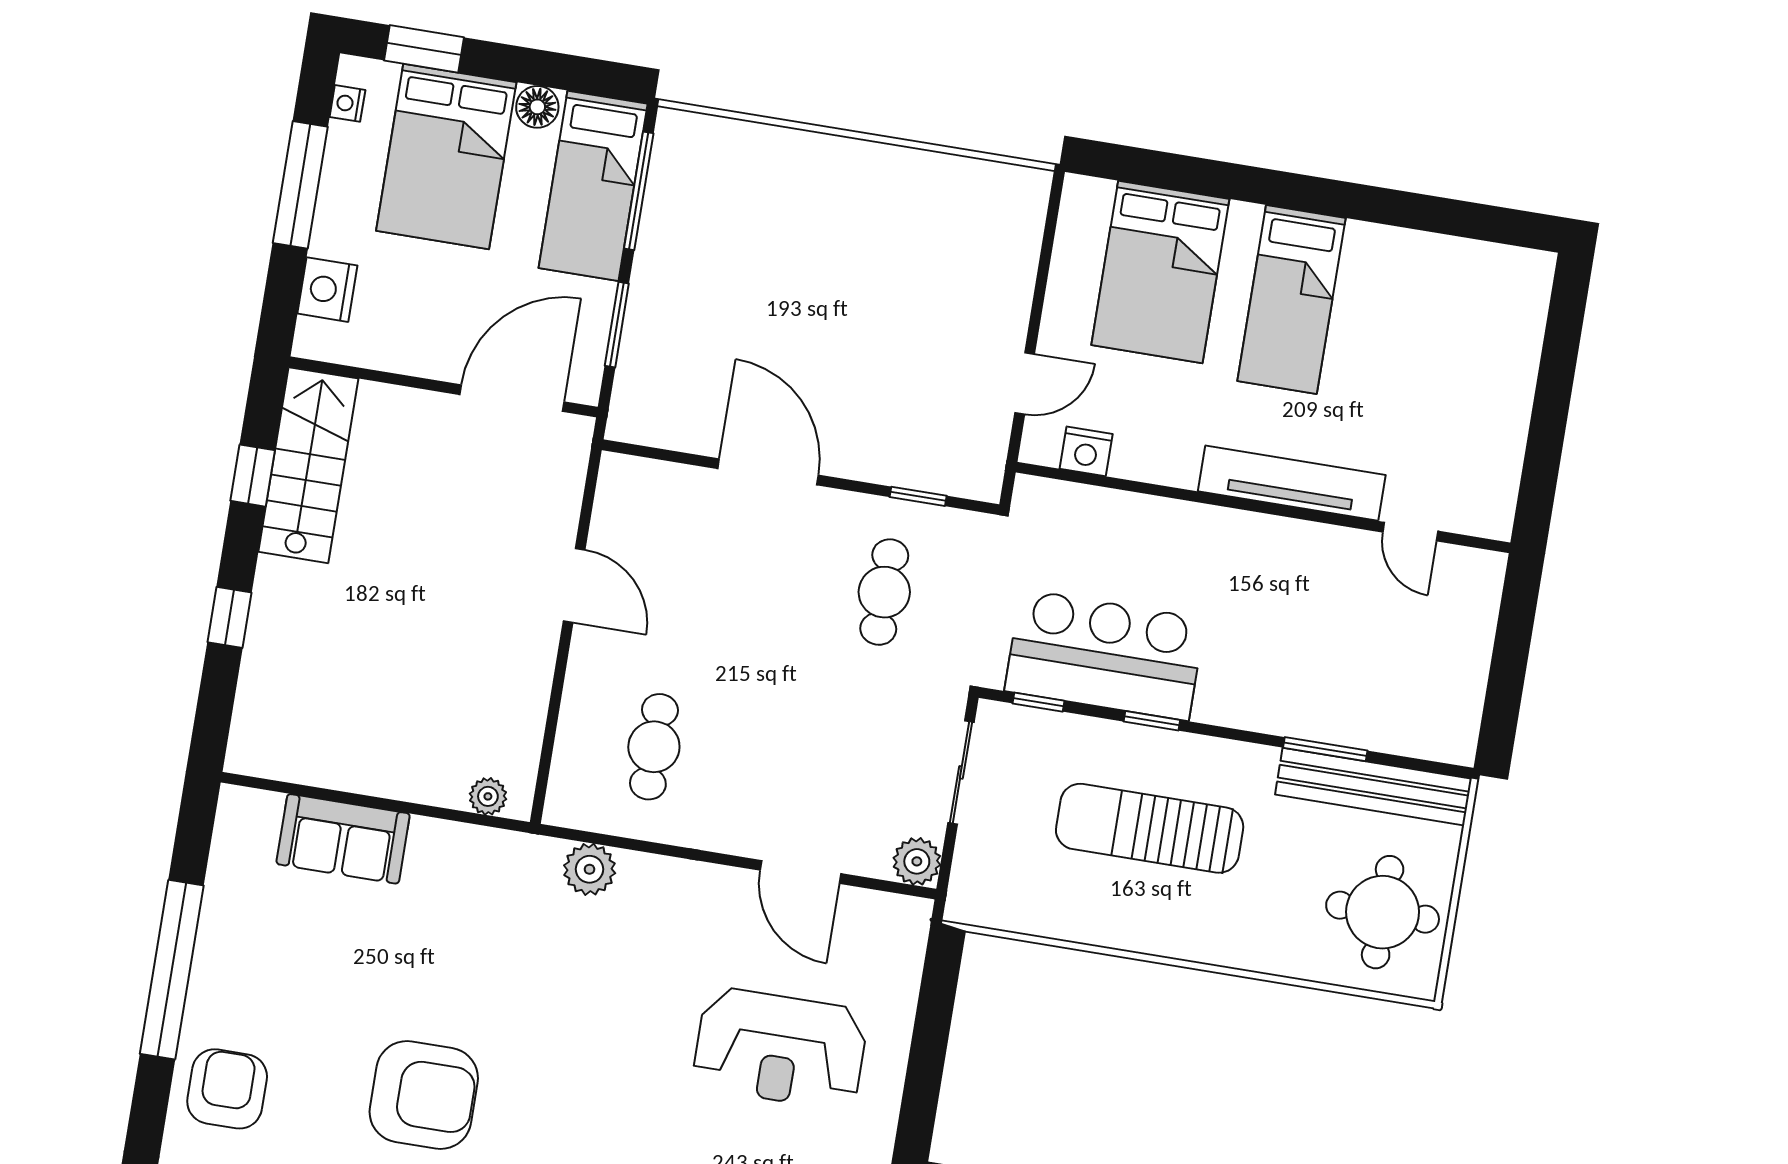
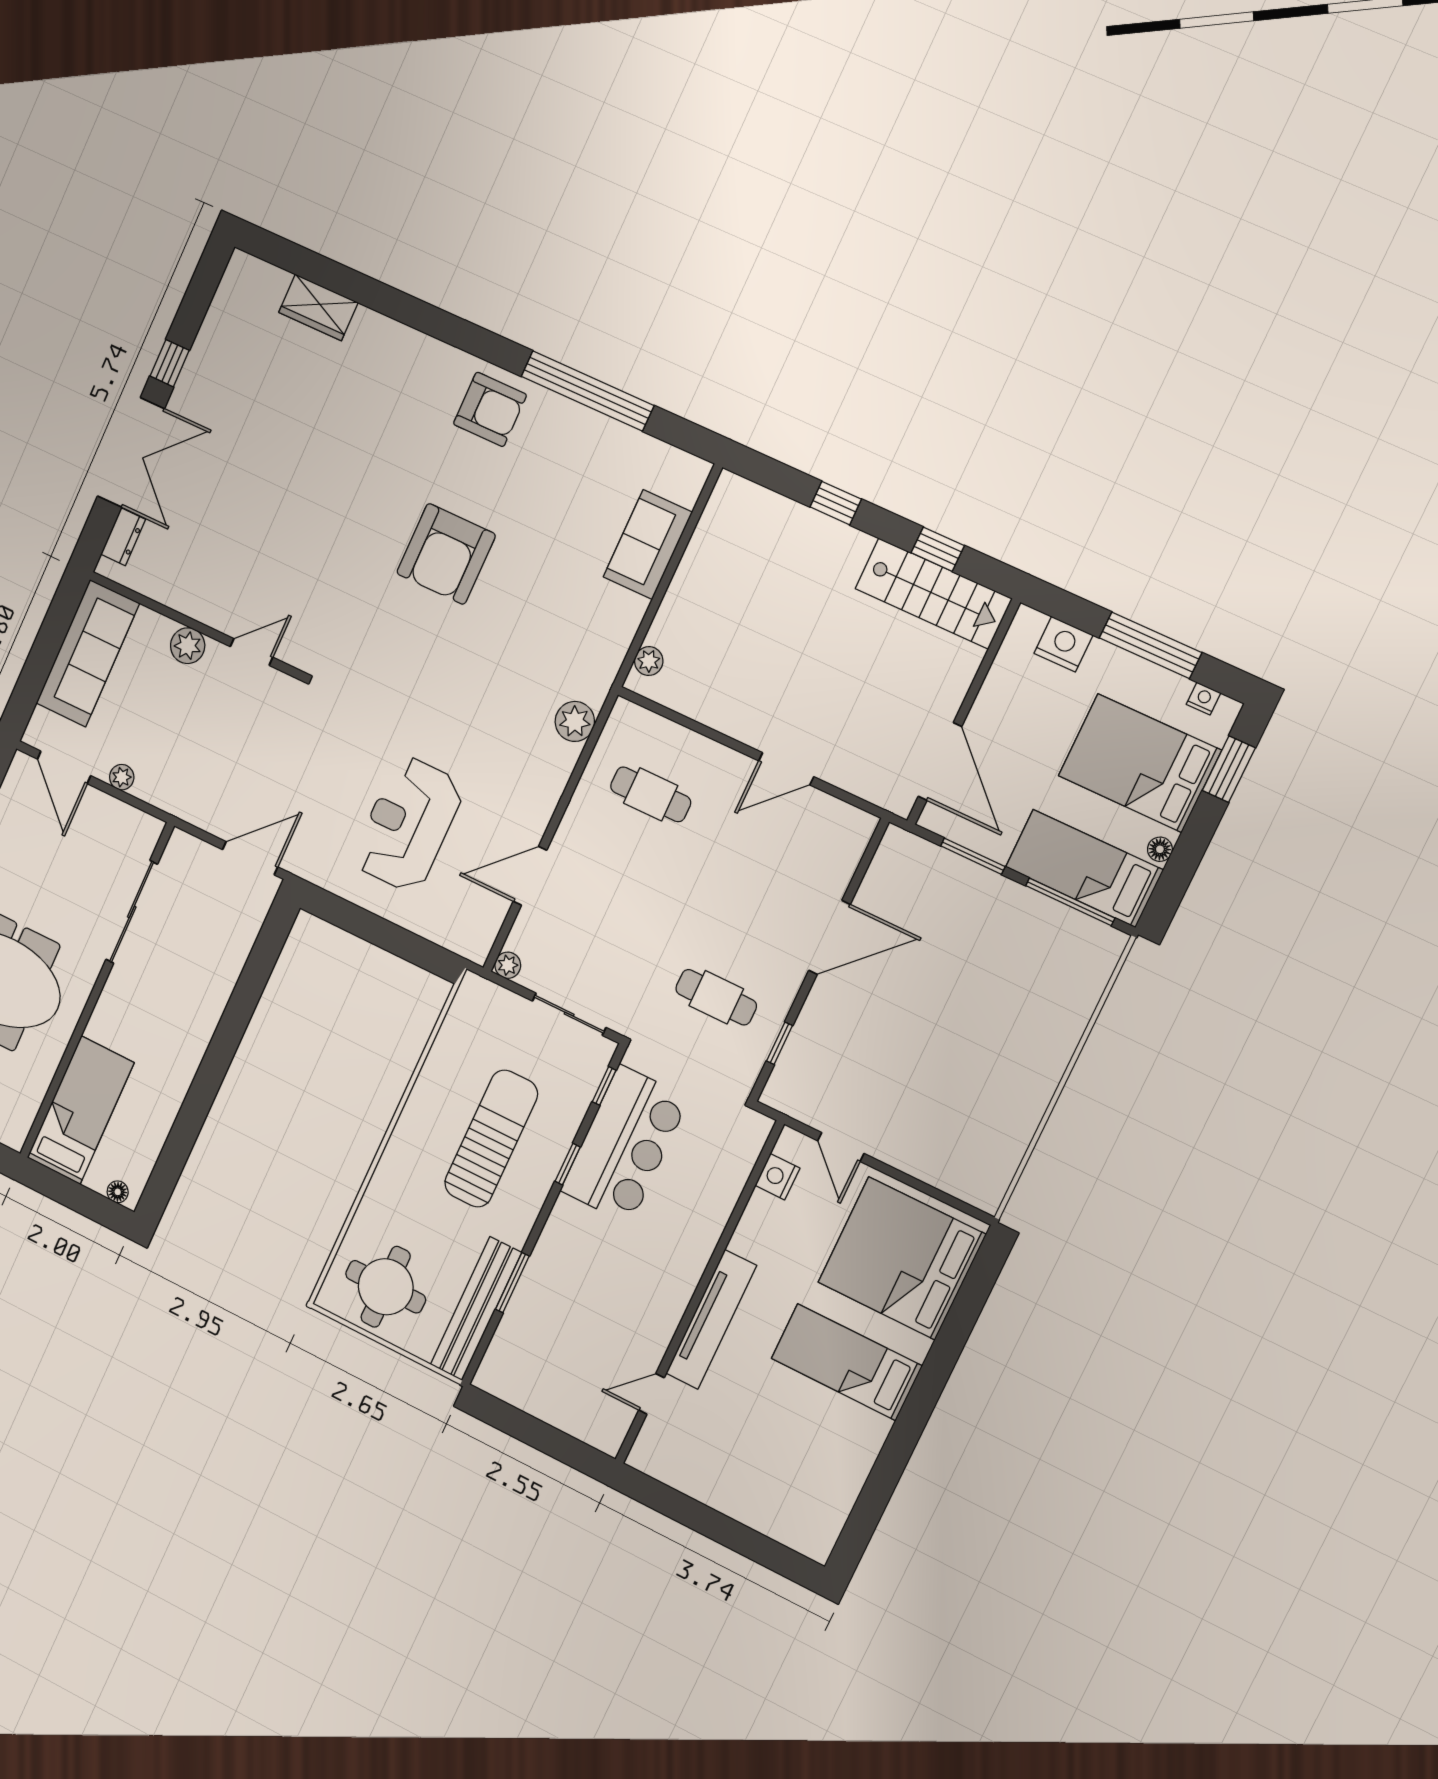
floor lamp: (537, 107) -> (1160, 849), width x0.73, depth x0.73
bed: (1160, 272) -> (902, 1258), width x1.36
plant: (917, 861) -> (508, 965), width x0.73, depth x0.73

